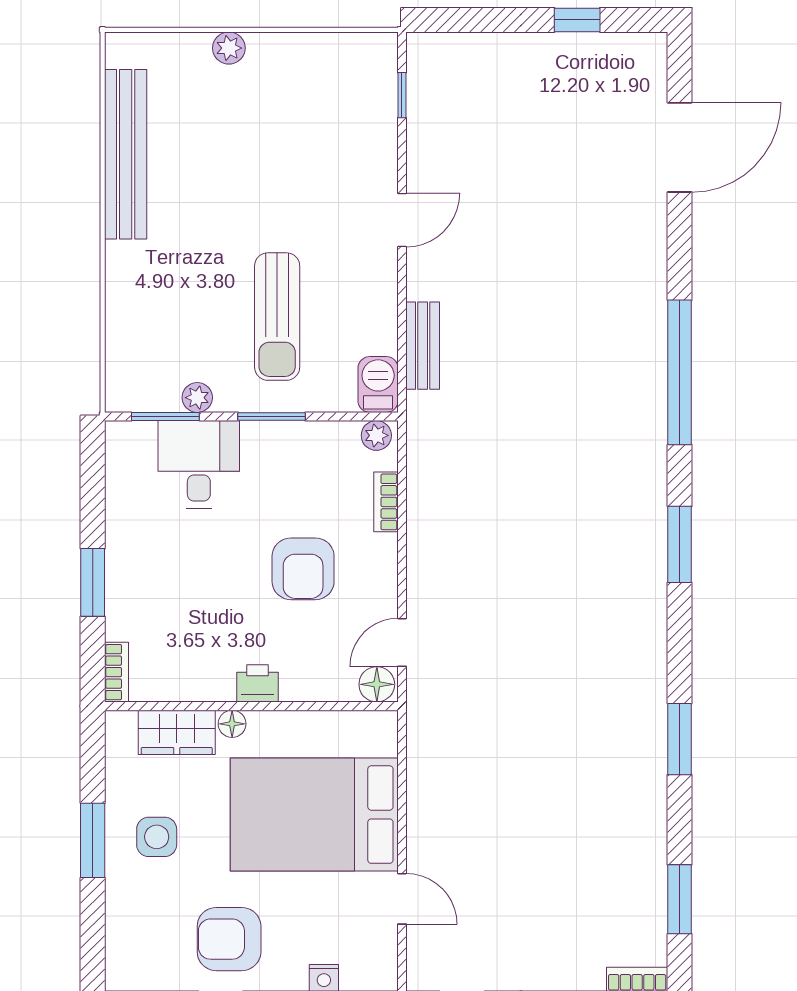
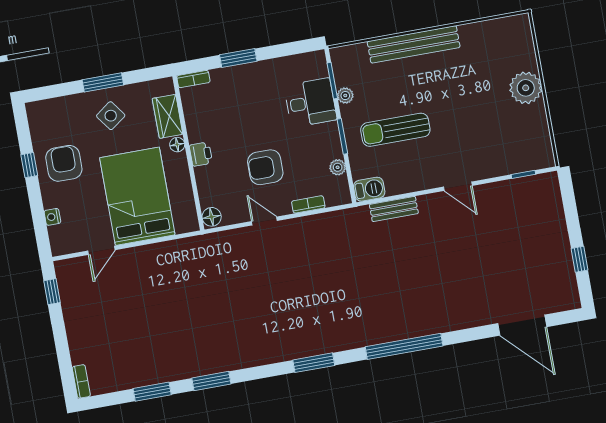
plant: (229, 48) -> (526, 88), width x1.88, depth x1.88
bench: (126, 154) -> (414, 44), moved
plant: (376, 435) -> (338, 167), moved
door: (402, 642) -> (264, 221), moved
side table: (157, 837) -> (111, 116), turned -36
window: (680, 899) -> (152, 392), moved

